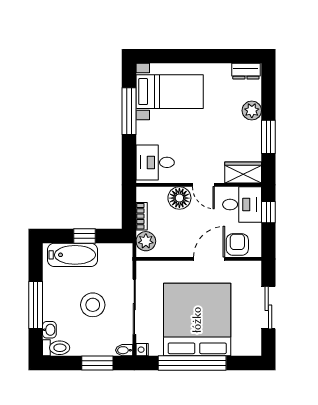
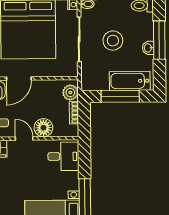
window: (84, 236) -> (120, 96), width x2.17
washbasin: (49, 330) -> (148, 48), moved

